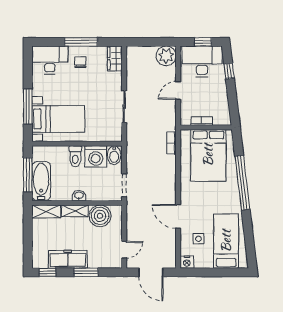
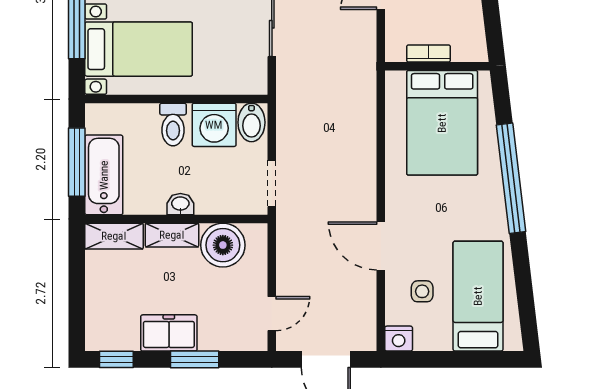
bookcase: (172, 143) -> (368, 98), removed
freezer: (68, 259) -> (169, 333), width x0.71

